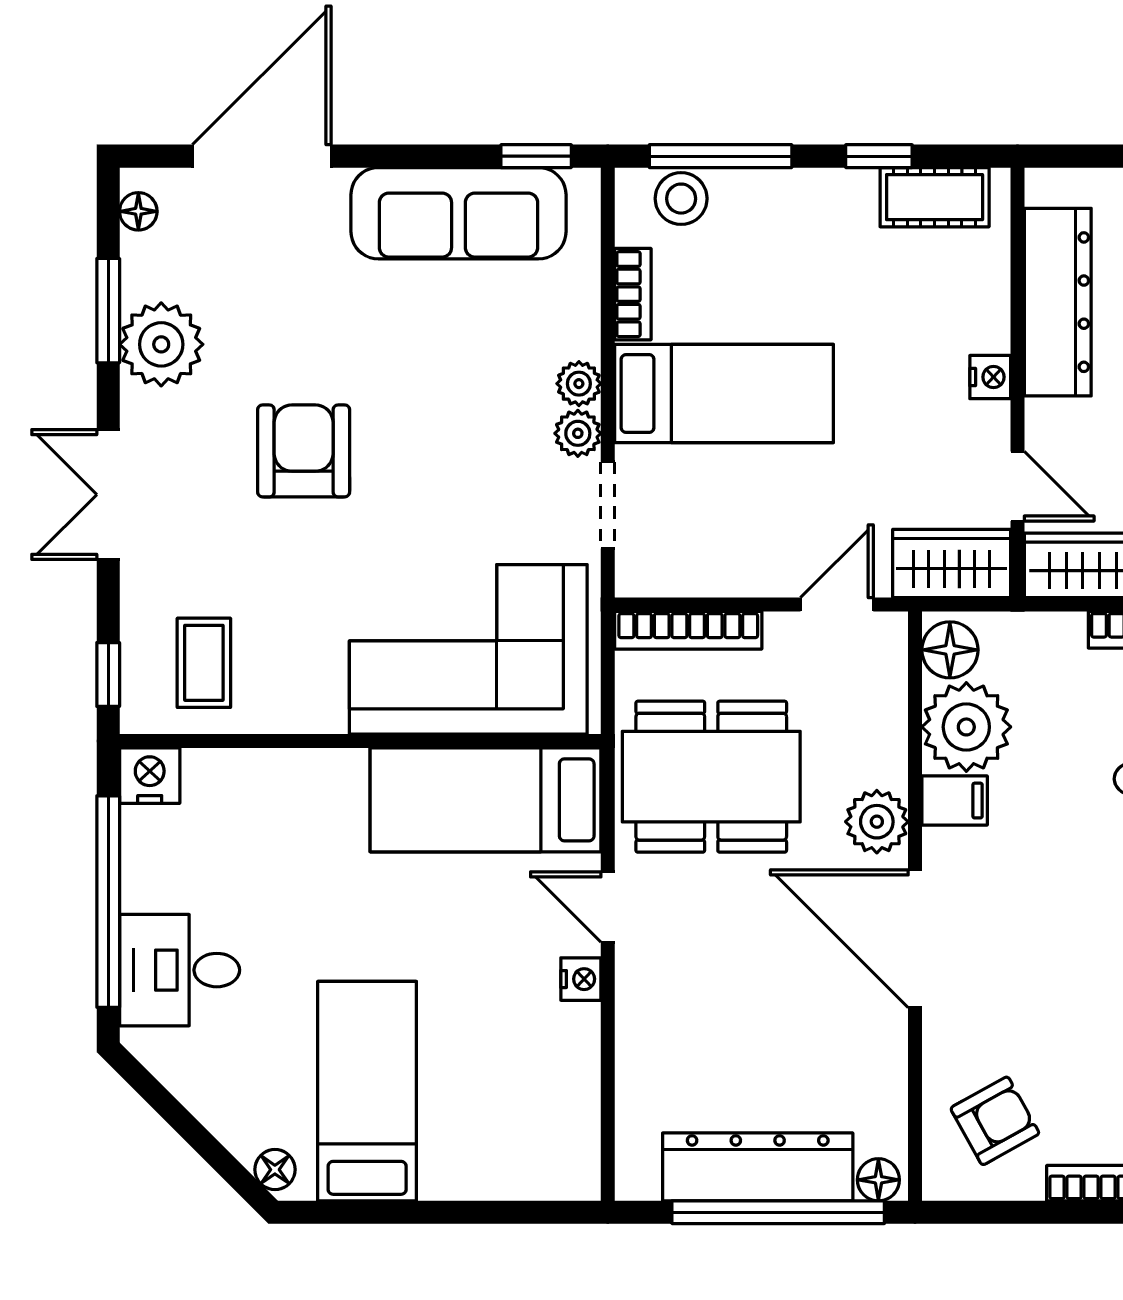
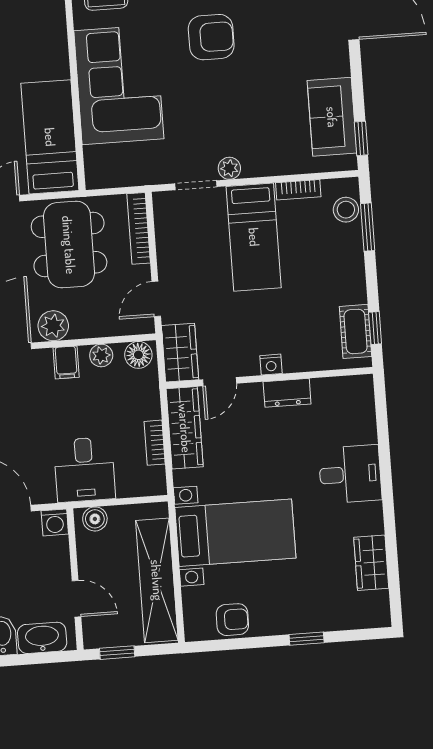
window: (721, 156) -> (368, 227), width x0.69
window: (879, 156) -> (375, 328), moved
sofa: (458, 213) -> (332, 117), width x0.73
dresser: (1058, 302) -> (287, 393), width x0.51, depth x0.80
plant: (579, 384) -> (253, 167), removed
door: (837, 605) -> (156, 299), swing flipped
corner sofa: (468, 649) -> (119, 85), moved
plant: (966, 727) -> (101, 355), width x0.53, depth x0.53

